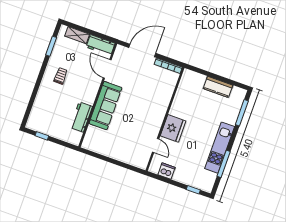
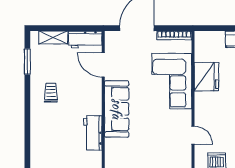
corner sofa: (154, 99) -> (172, 81), added
fridge: (173, 128) -> (206, 77), moved

